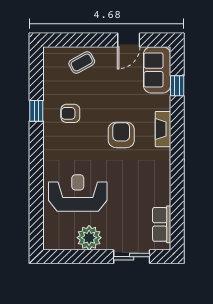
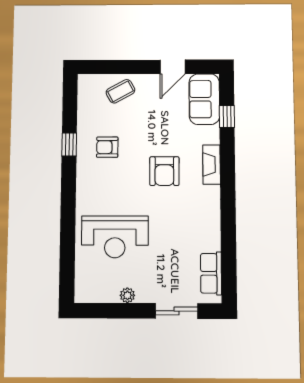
armchair: (121, 135) -> (164, 171), turned 180
reception desk: (78, 193) -> (115, 237), turned 180
plant: (89, 238) -> (127, 295), width x0.53, depth x0.53

